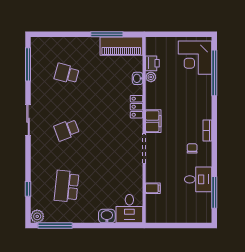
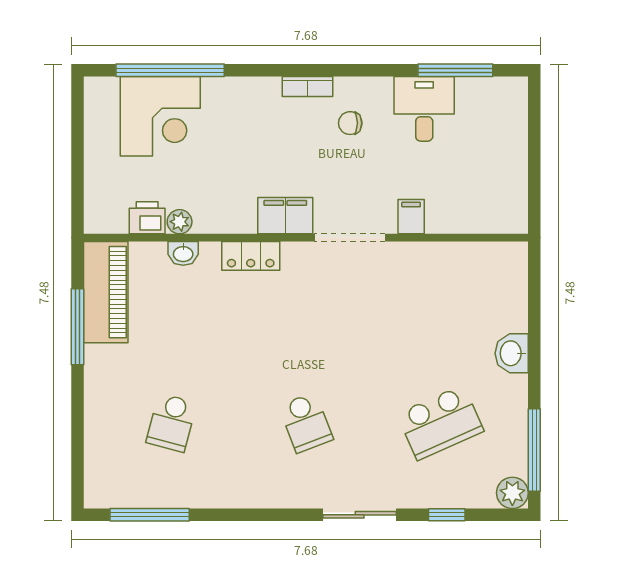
corner desk: (195, 58) -> (160, 116), moved
sliding door: (28, 120) -> (360, 515), moved
school desk: (67, 186) -> (440, 423), turned -30
filing cabinet: (153, 188) -> (411, 217), moved
desk: (129, 209) -> (494, 273), removed
washbasin: (107, 216) -> (512, 353), moved

